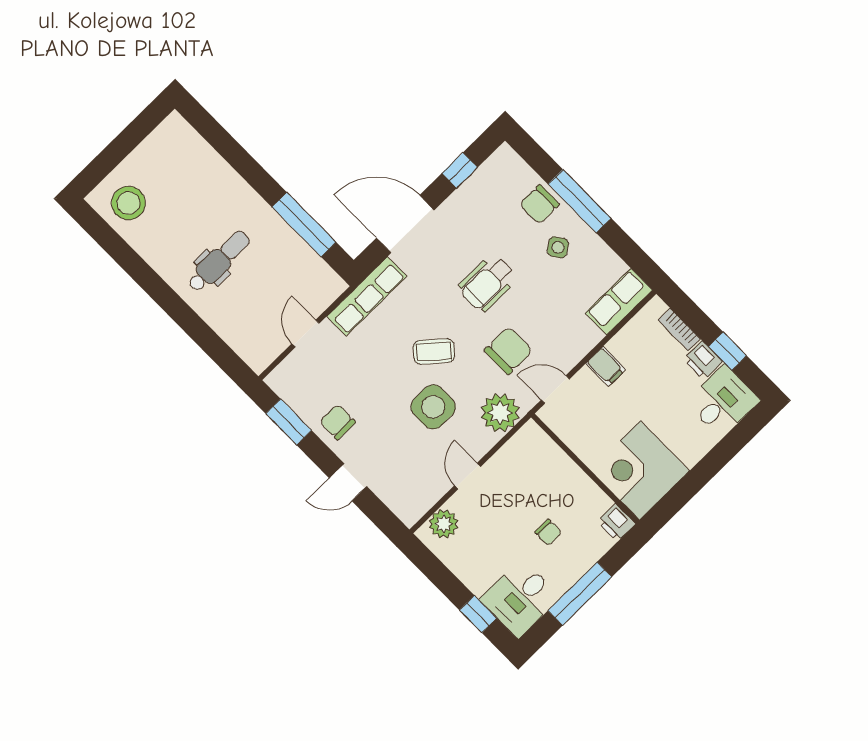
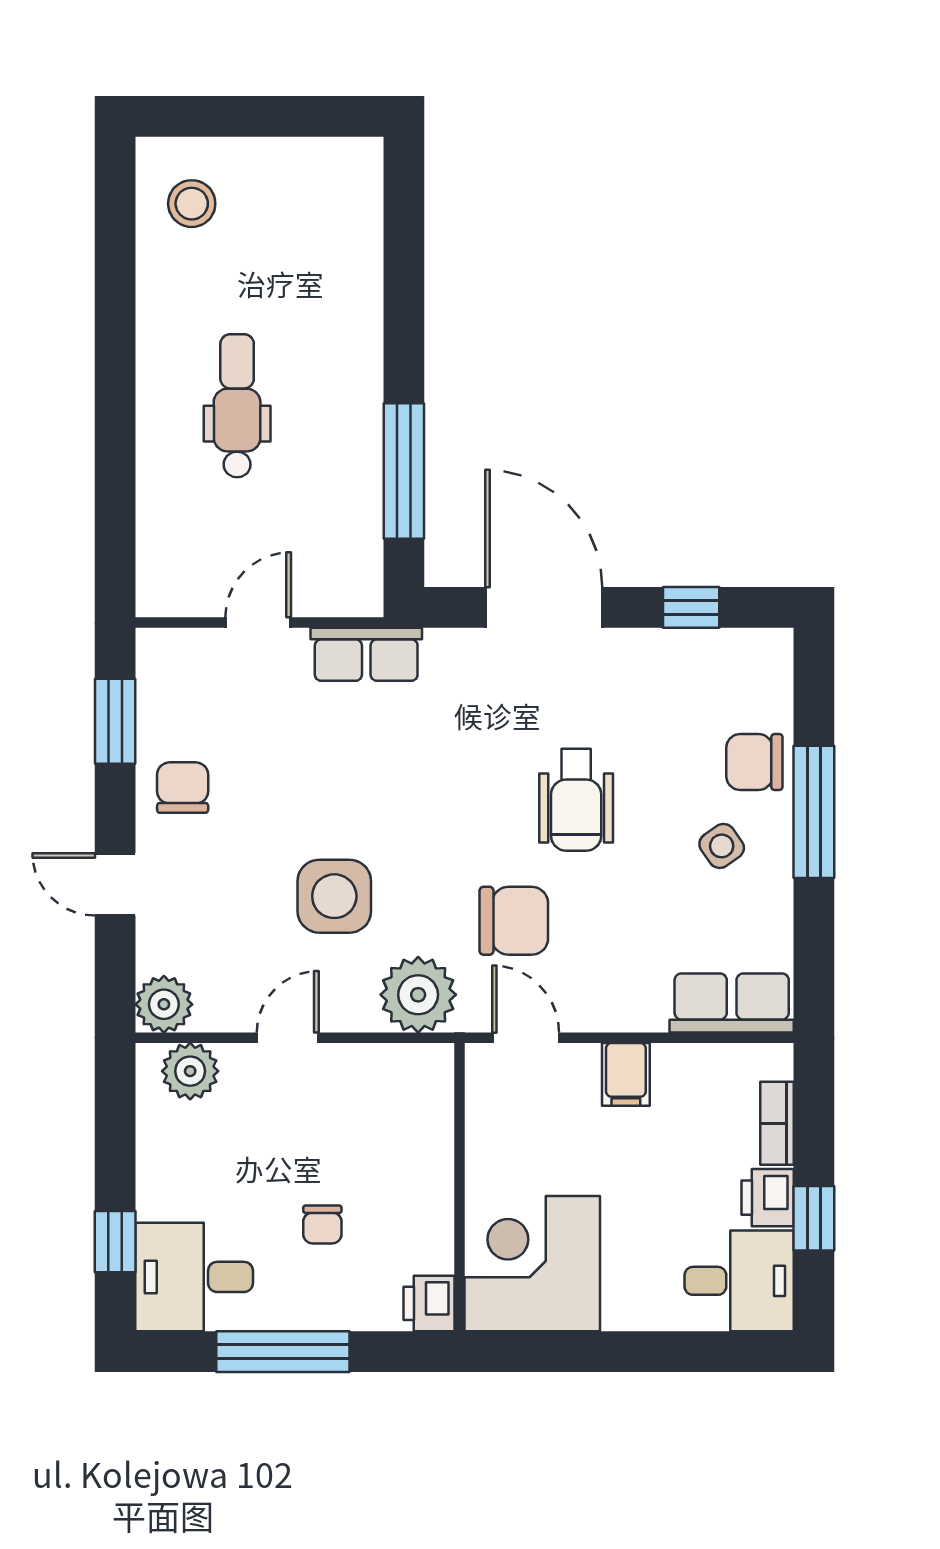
stool: (128, 203) -> (192, 204), width x0.73, depth x0.73
dental chair: (219, 261) -> (237, 406), turned -90
wheelchair: (487, 283) -> (576, 800), turned -90
row of seats: (367, 296) -> (366, 654), width x0.68
coffee table: (434, 352) -> (410, 821), removed
plant: (410, 509) -> (164, 1004), added

